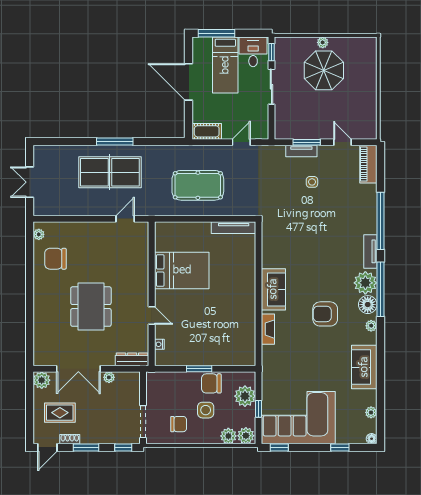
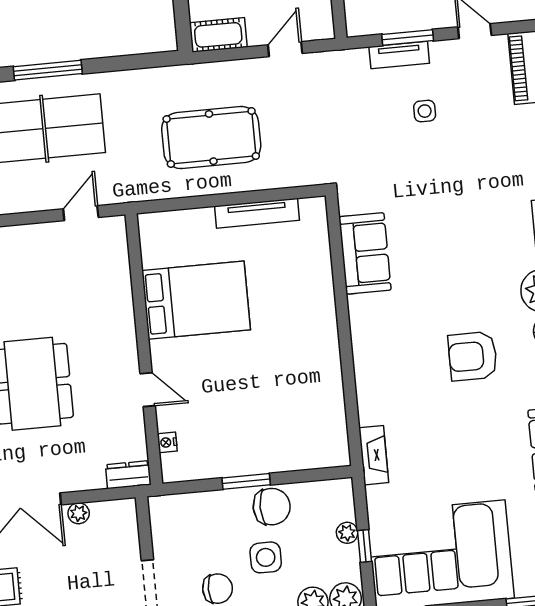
tv unit: (234, 228) -> (257, 213), moved
sofa: (273, 289) -> (365, 253), moved
fireplace: (268, 329) -> (374, 455), moved
dresser: (132, 359) -> (128, 475), width x0.70
chair: (211, 383) -> (272, 507), turned 180
plant: (245, 396) -> (347, 533), width x0.53, depth x0.53

